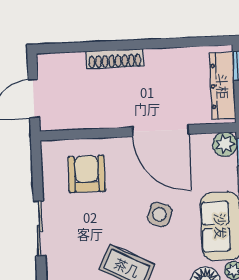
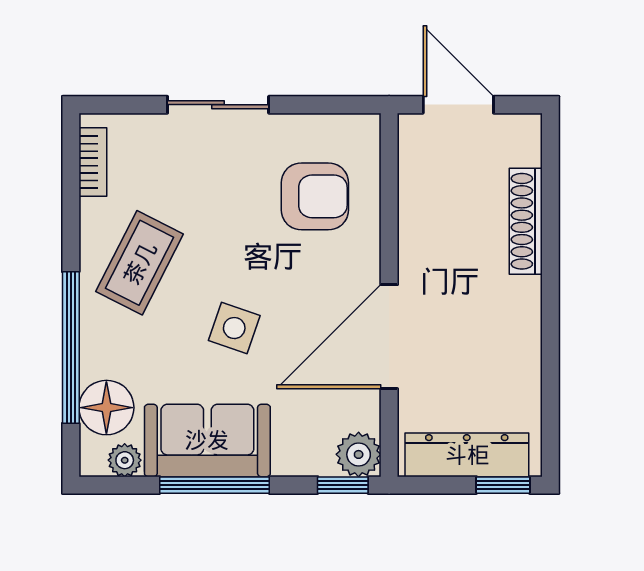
shoe rack: (115, 59) -> (526, 221), moved

